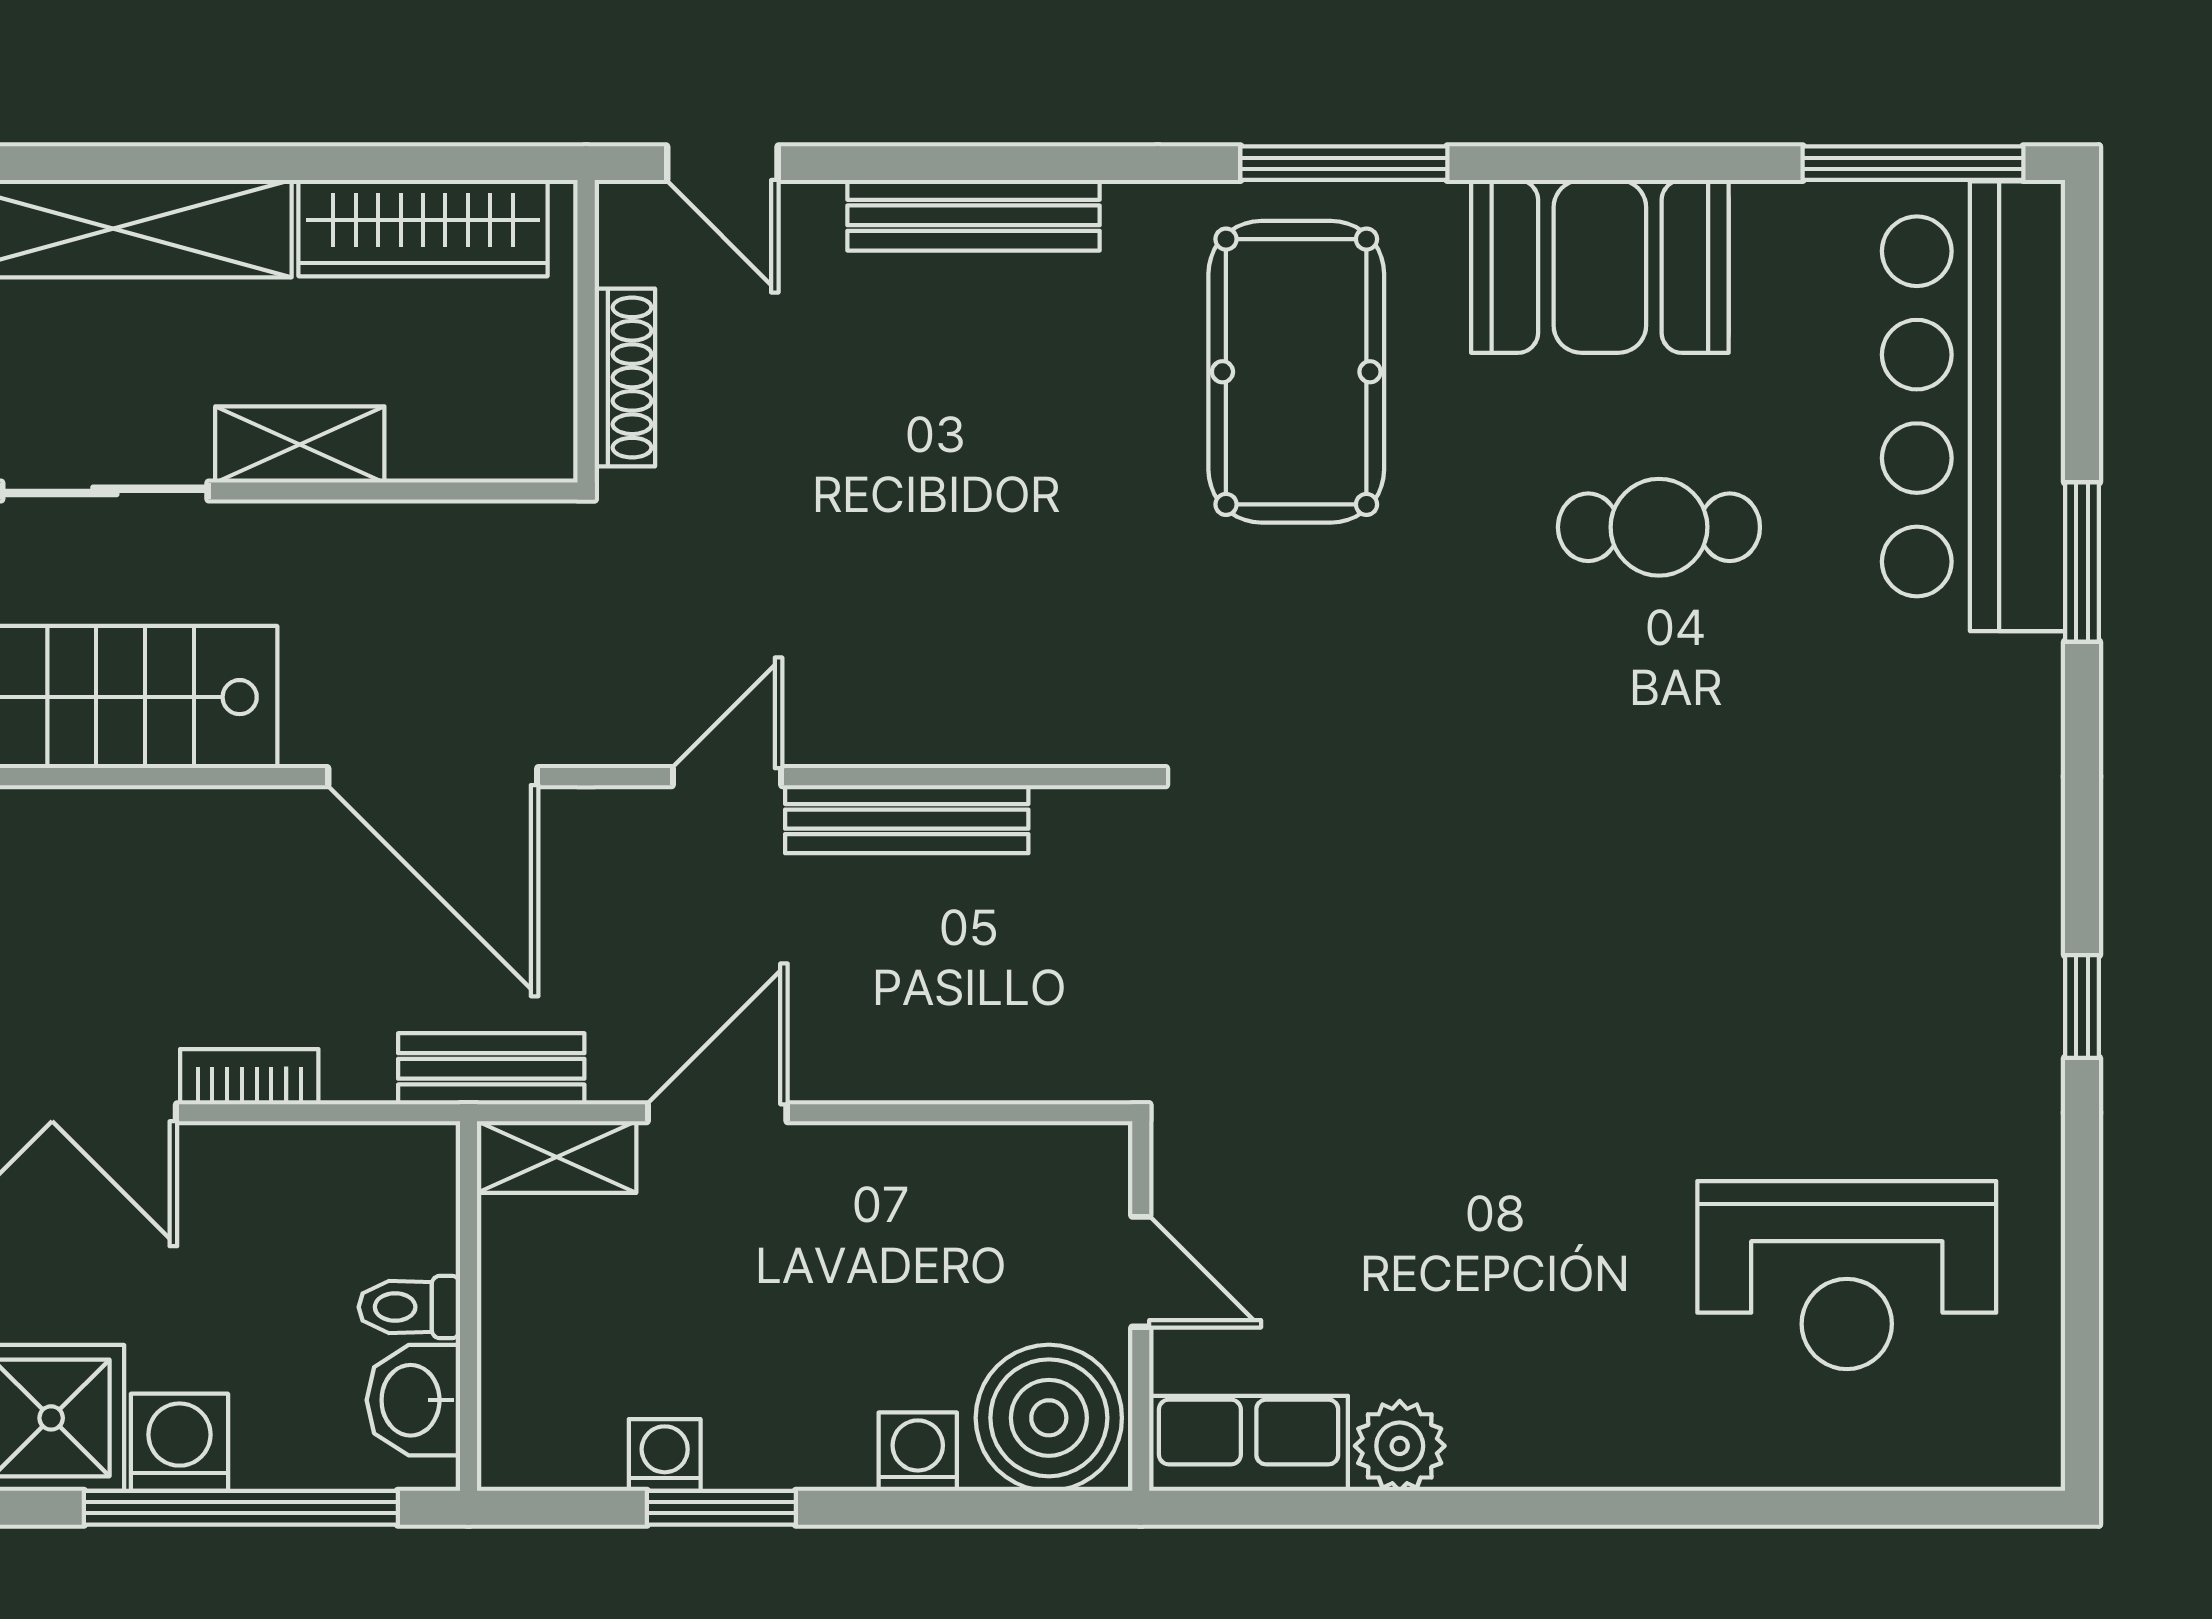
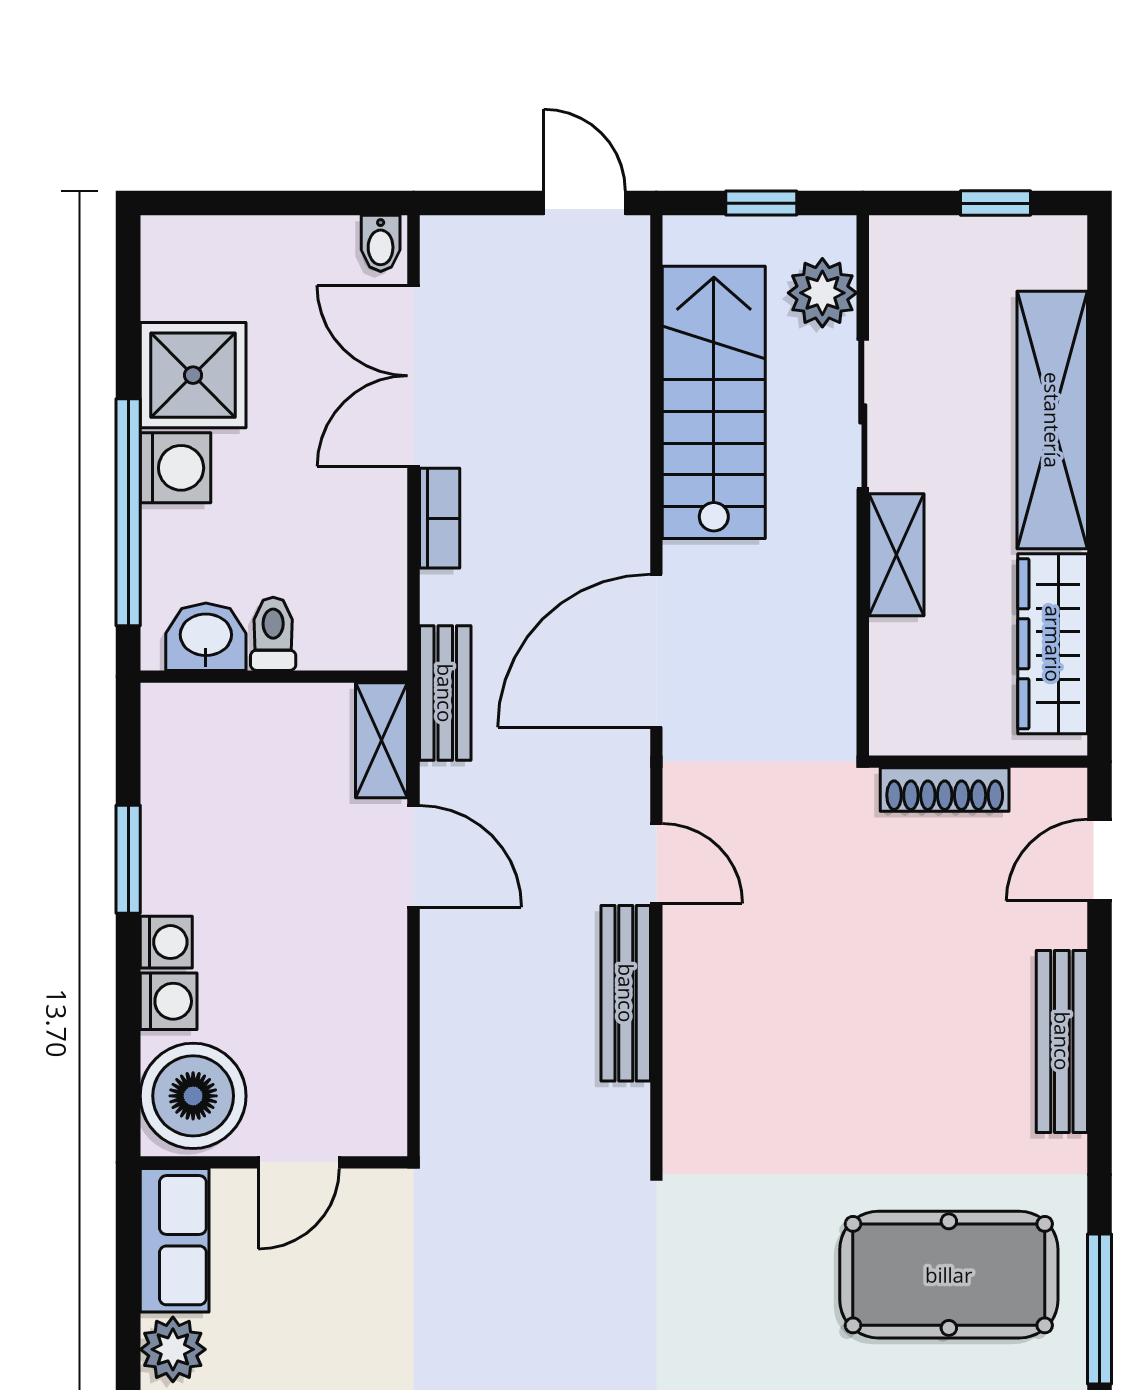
washing machine: (665, 1455) -> (166, 942), moved

